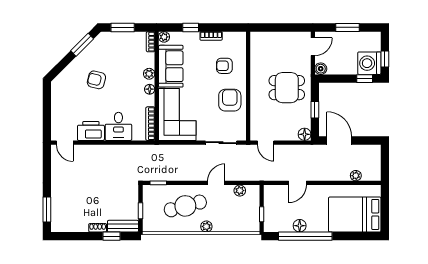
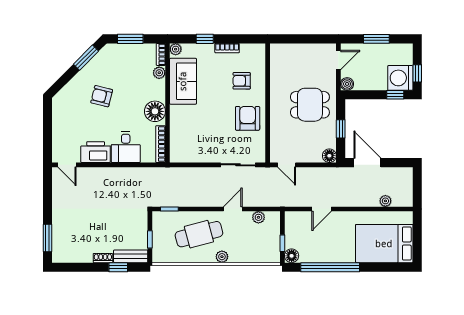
plant: (149, 74) -> (159, 73), moved
floor lamp: (150, 89) -> (155, 111), width x1.89, depth x1.89
corner sofa: (177, 114) -> (190, 134), removed
floor lamp: (300, 226) -> (292, 256), moved

